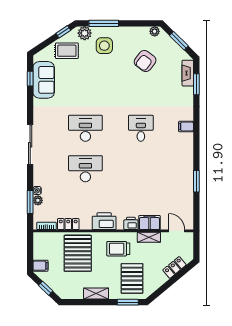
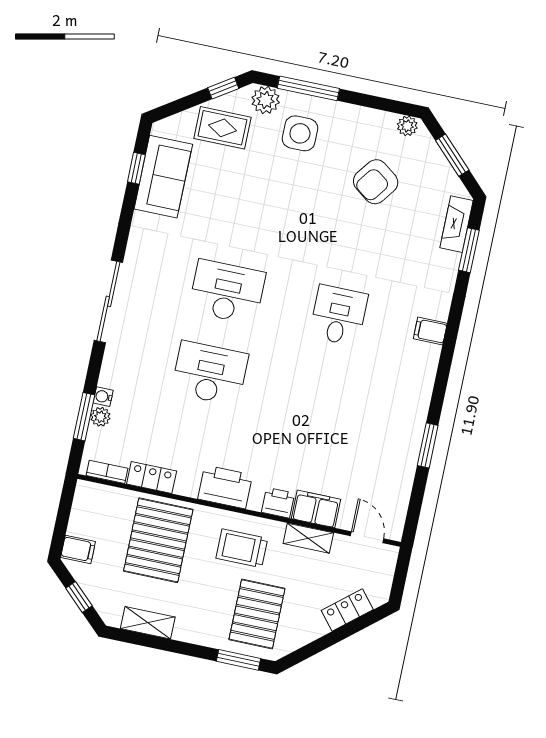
shelving: (96, 294) -> (148, 623), moved

